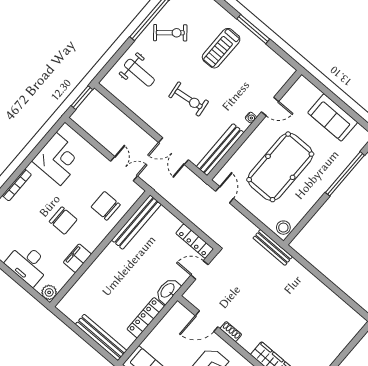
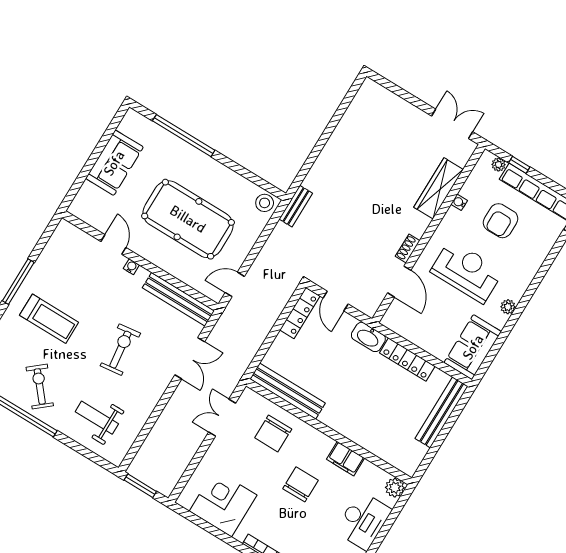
weight bench: (139, 73) -> (97, 418), turned -90
bench: (273, 247) -> (296, 206), width x0.73

